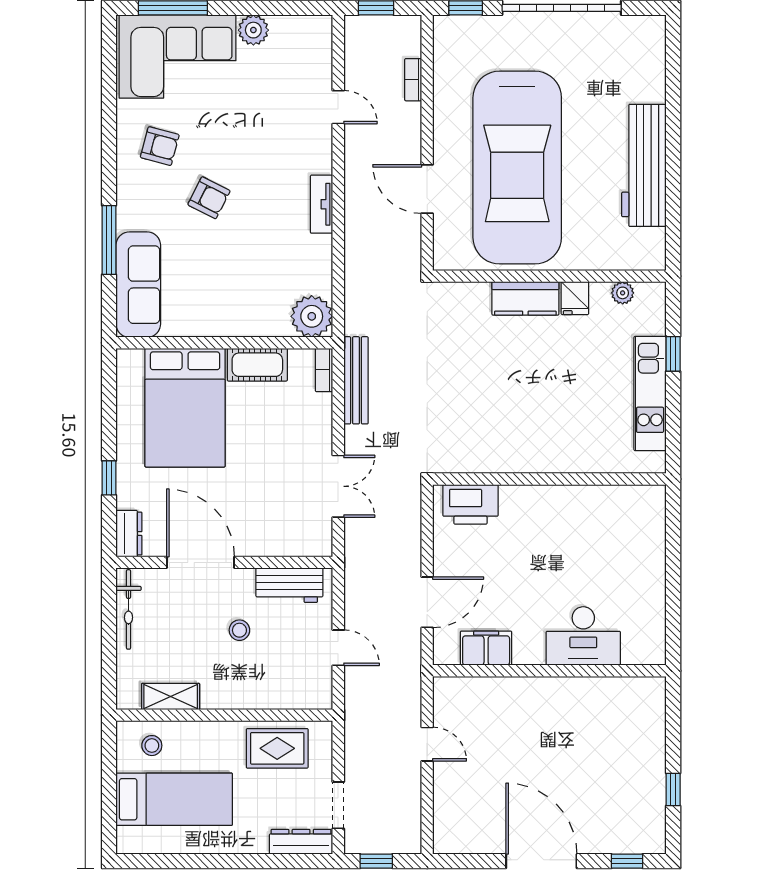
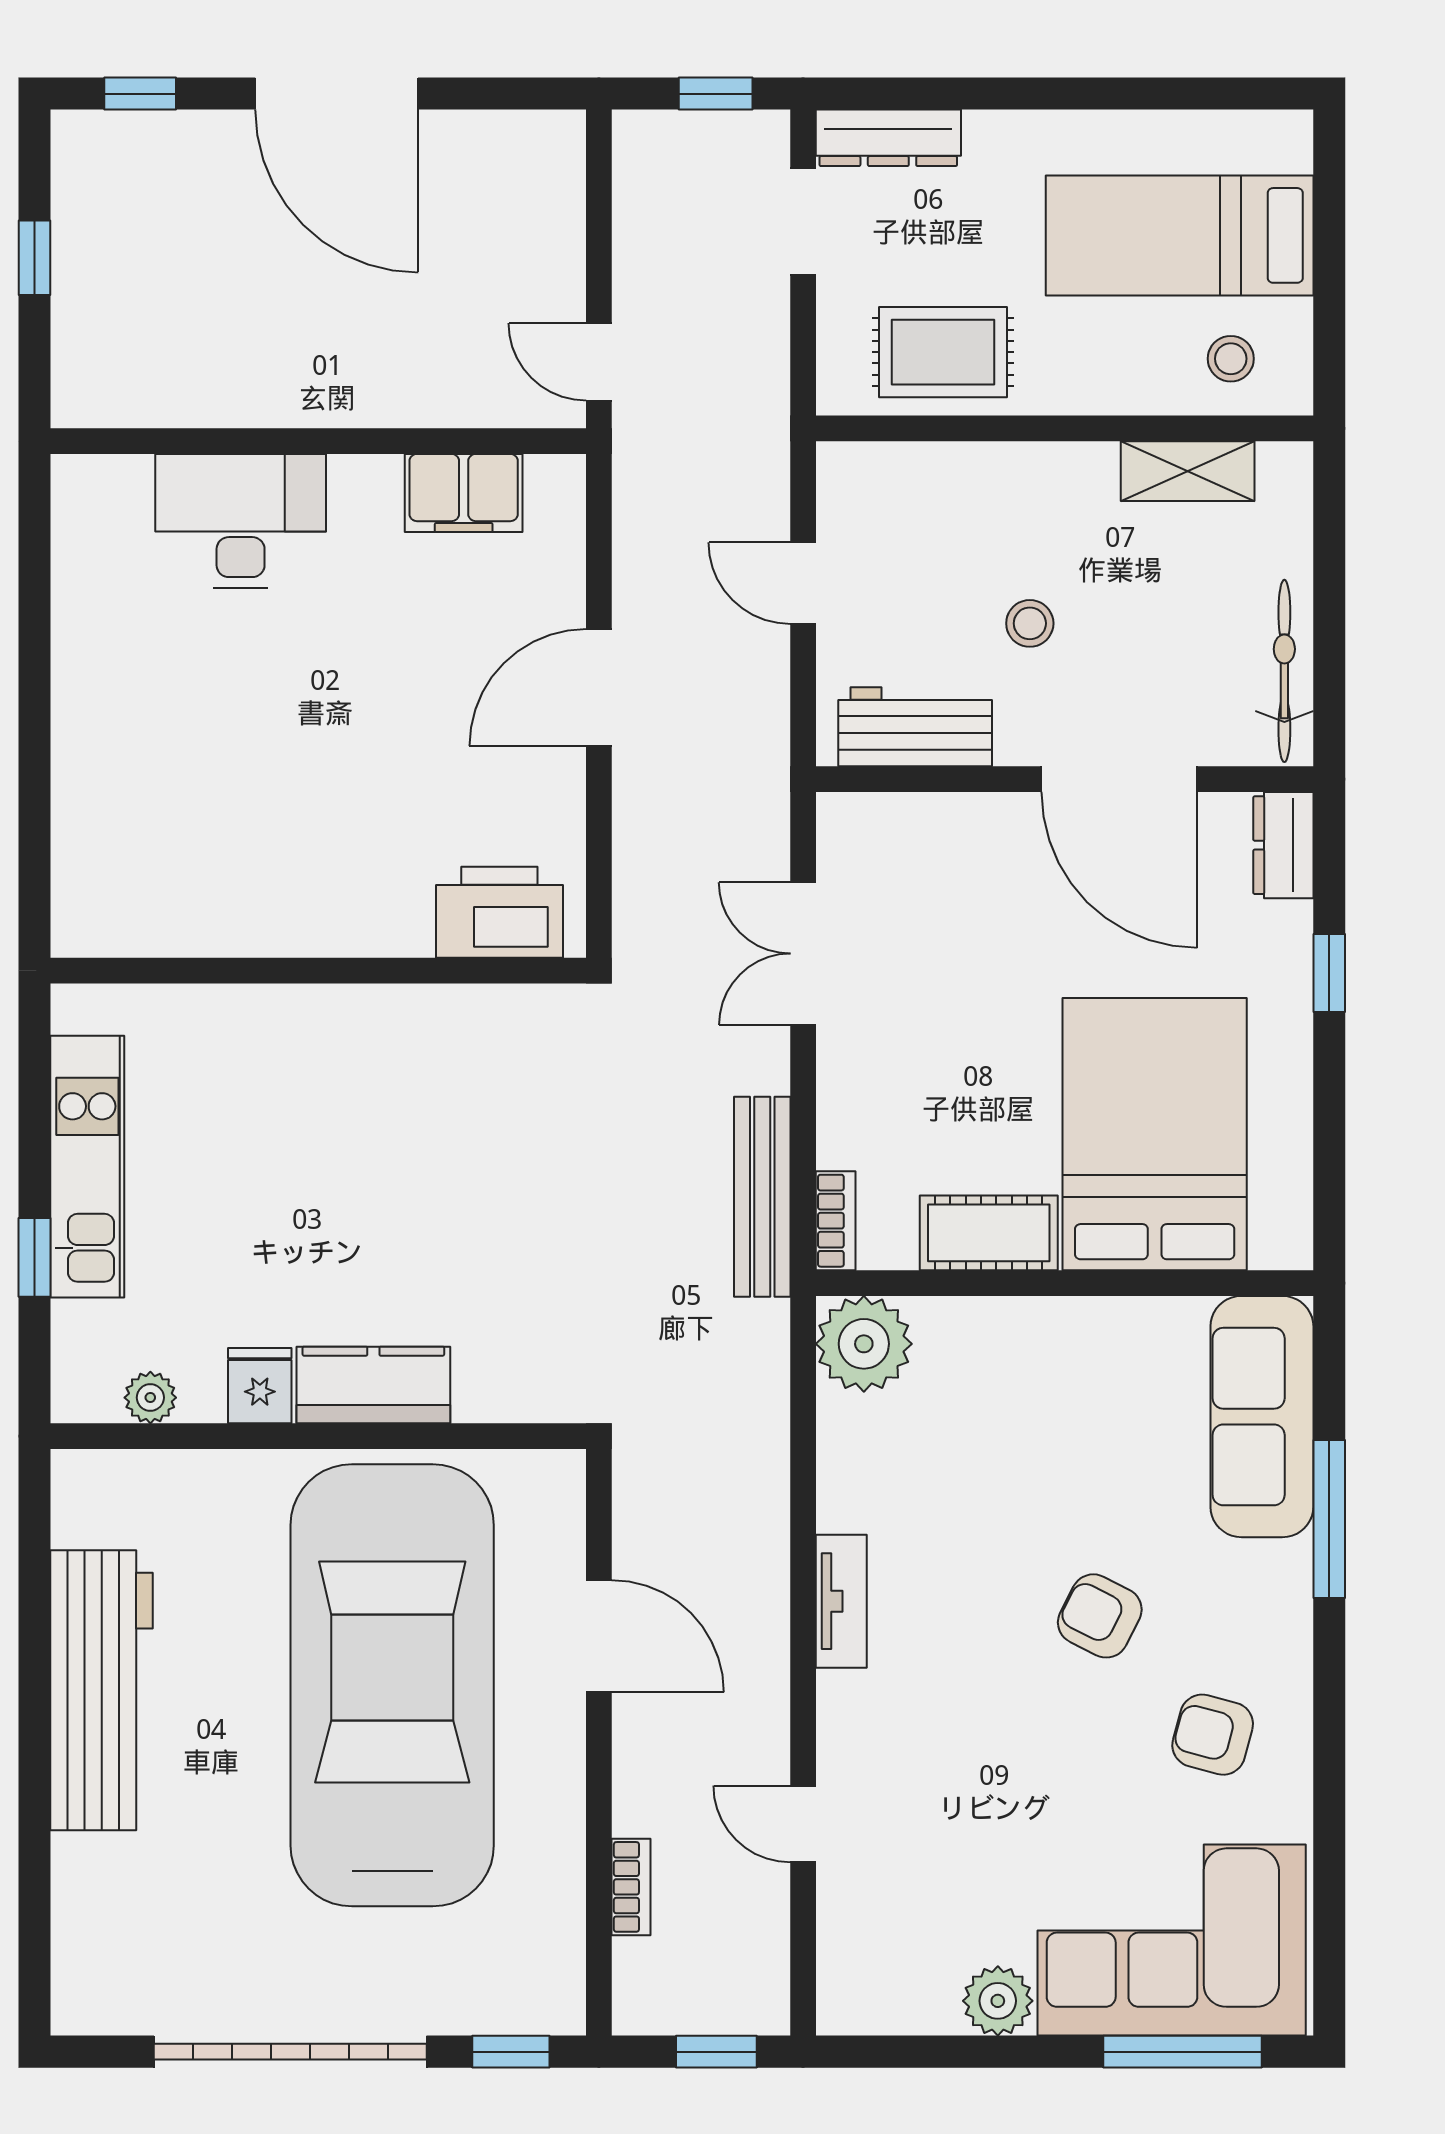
desk: (583, 636) -> (241, 521), moved
filing cabinet: (486, 648) -> (464, 493), moved
wall: (549, 671) -> (318, 441), moved

